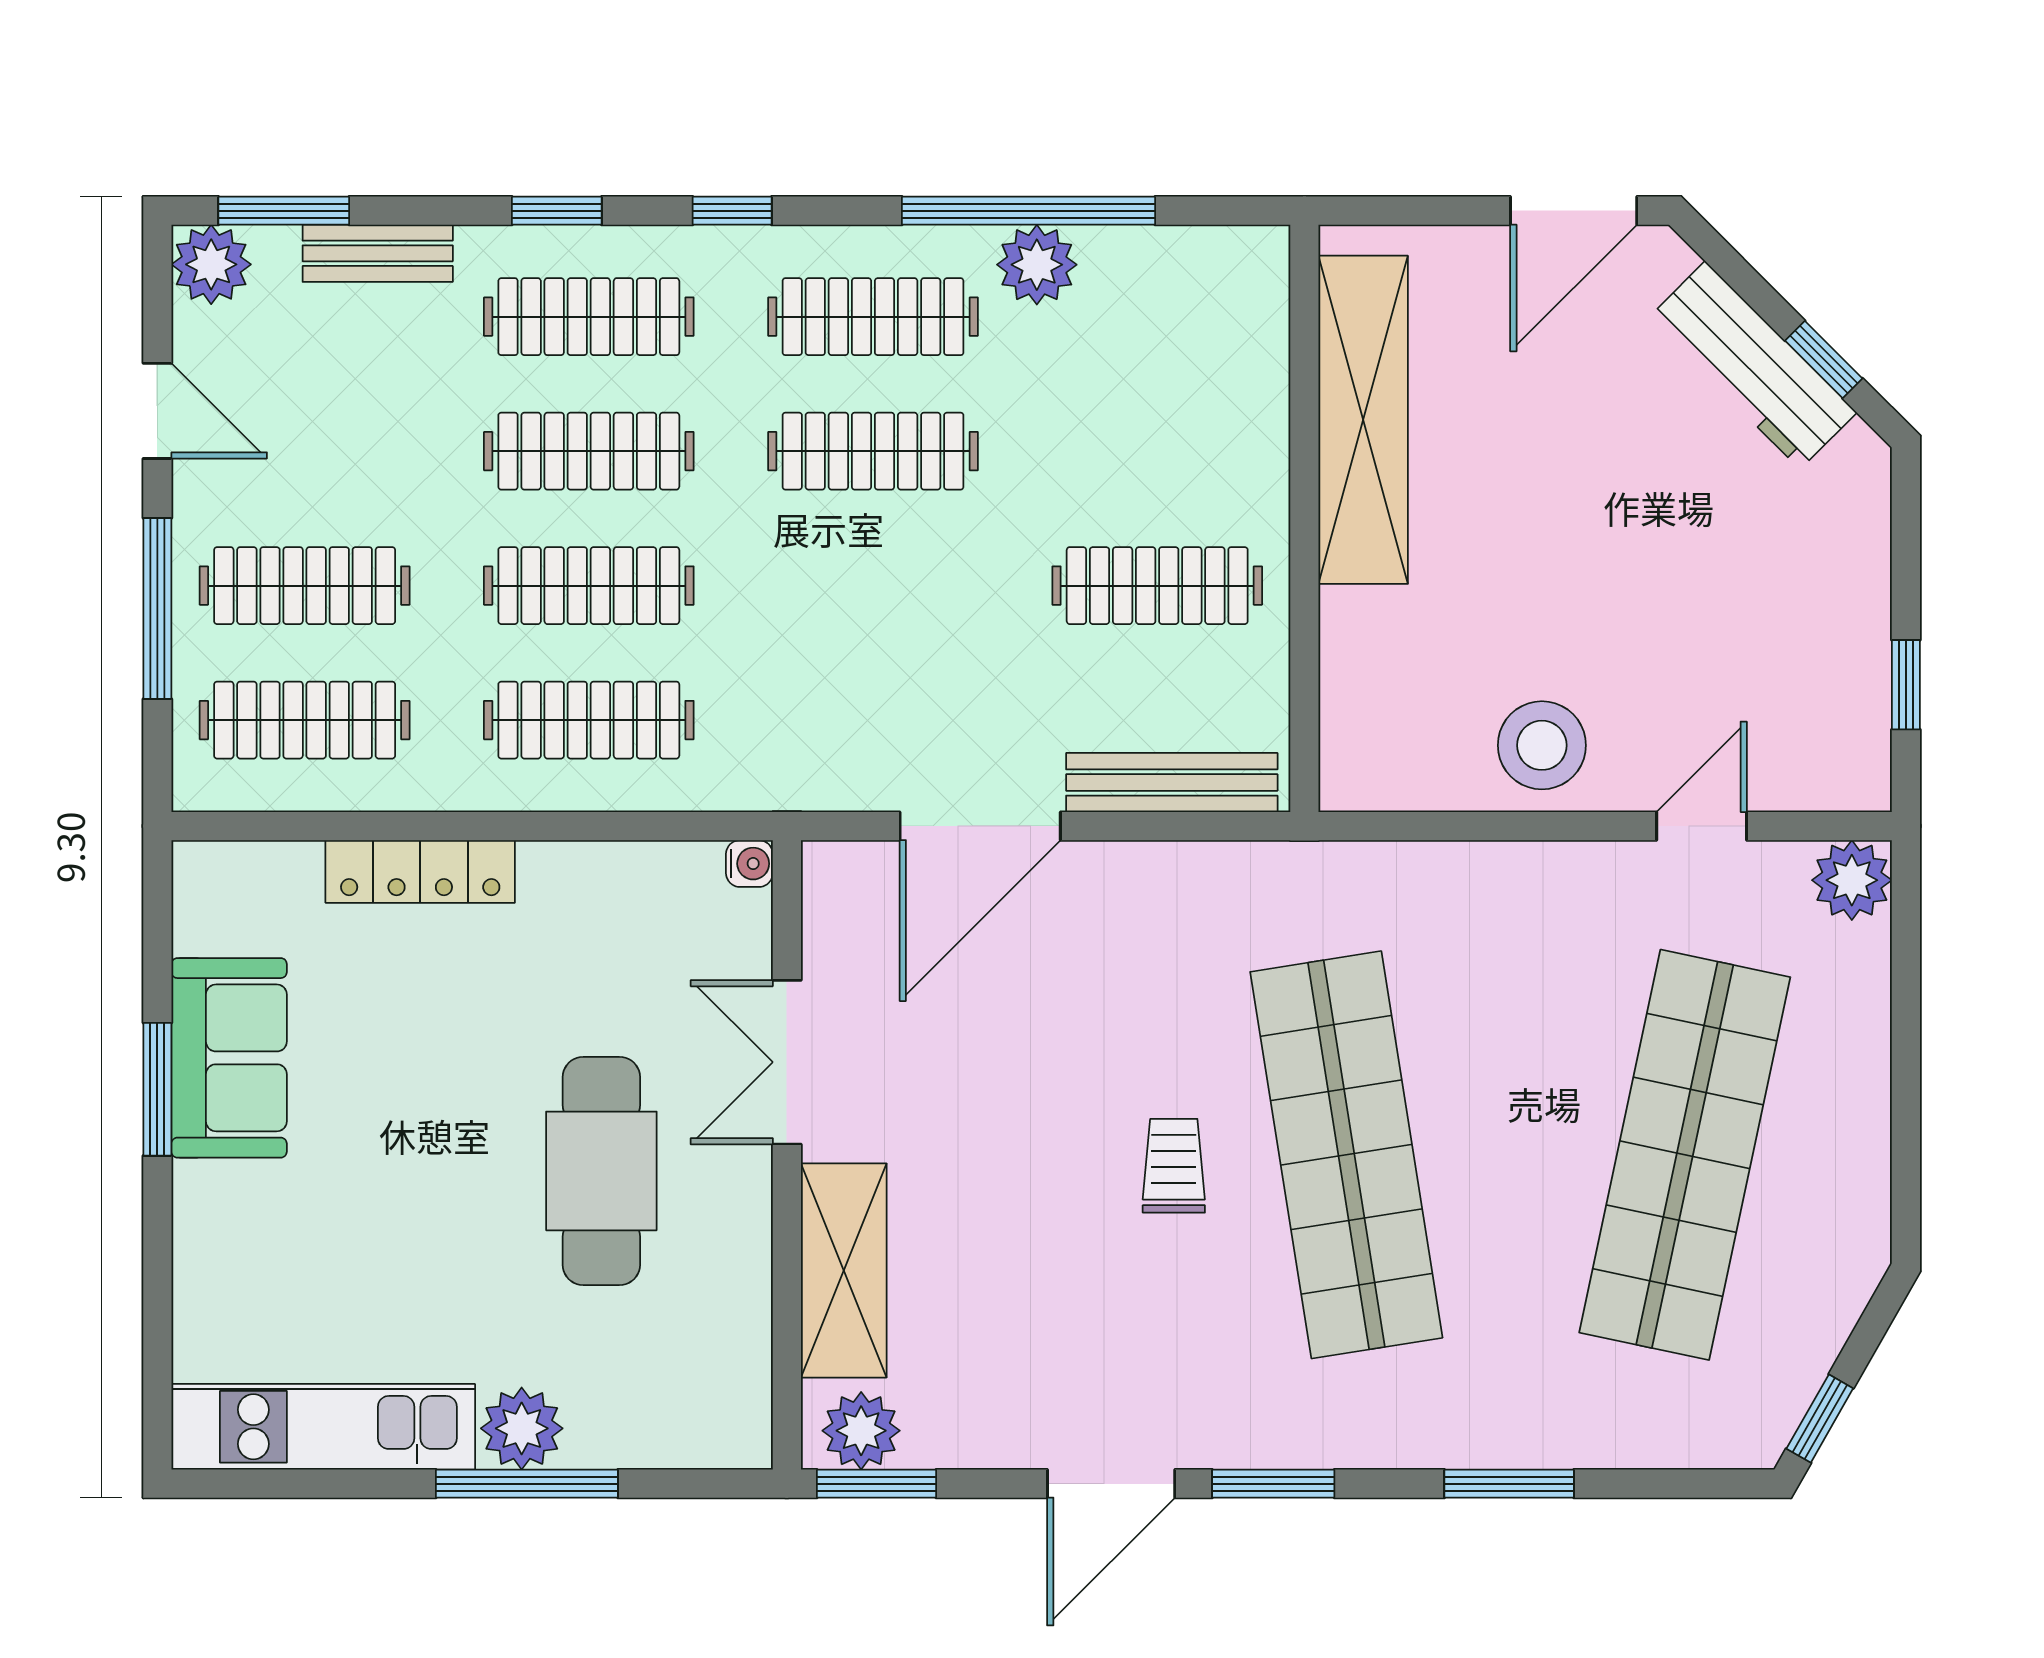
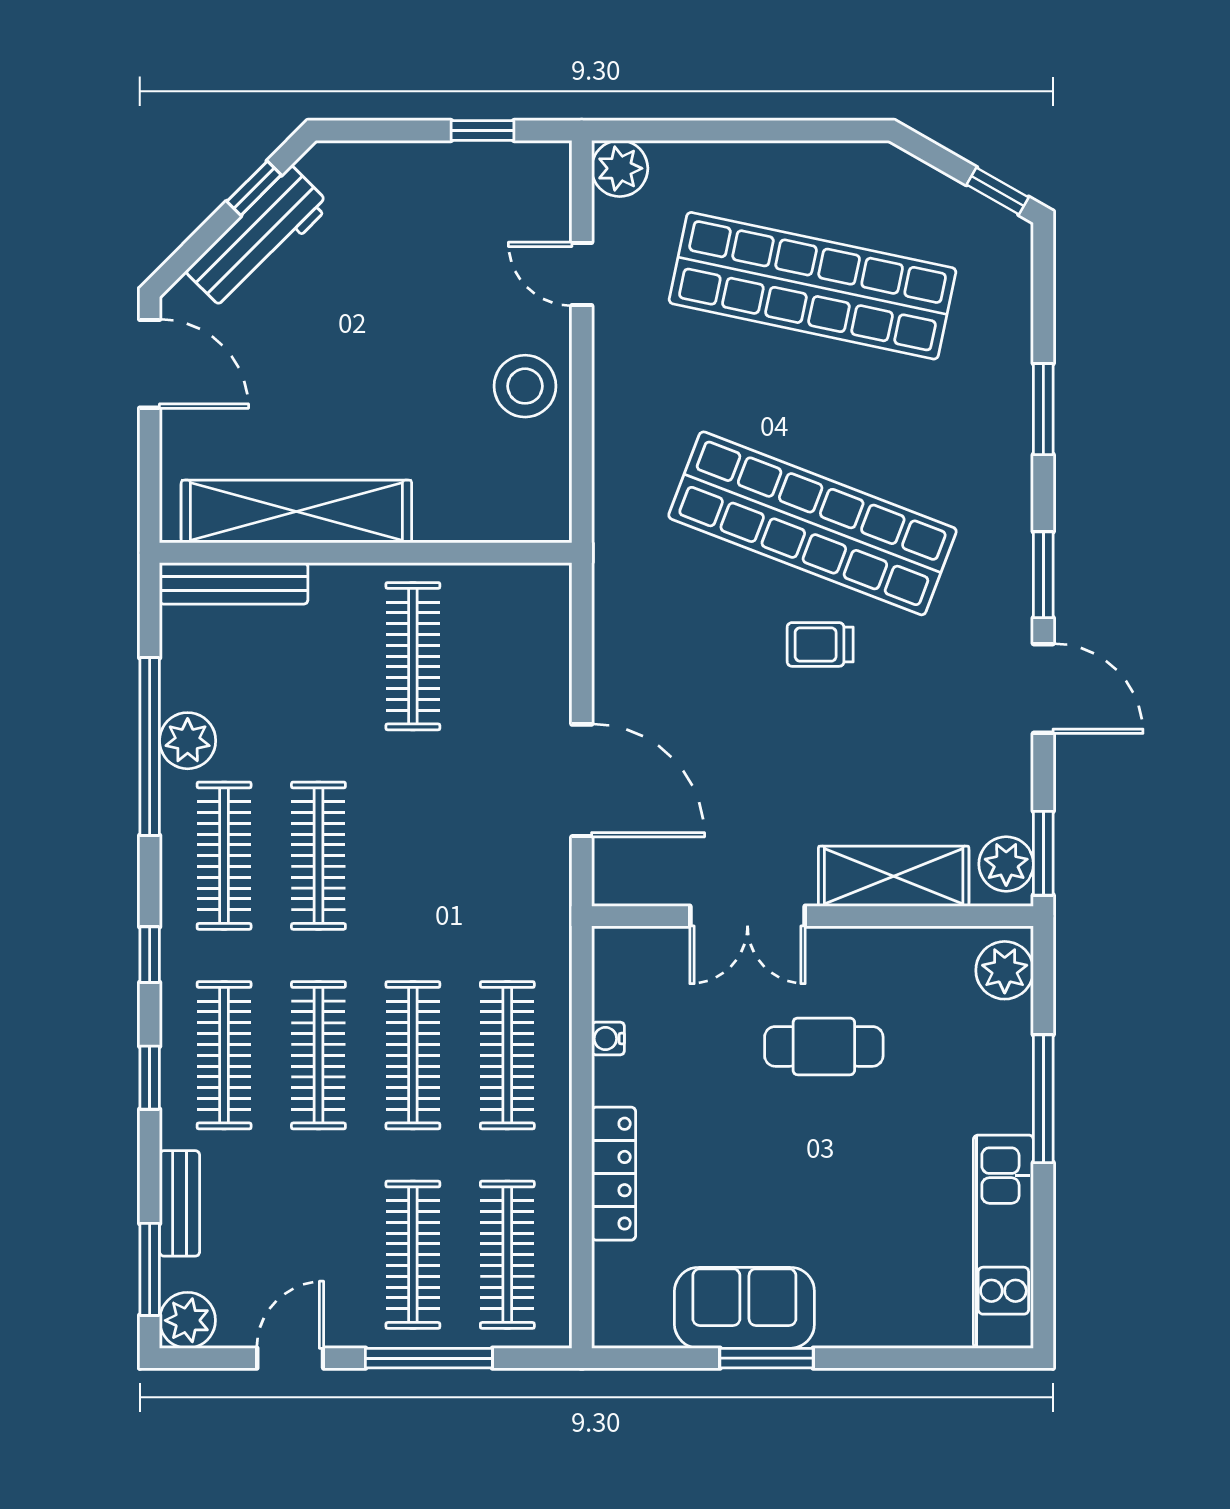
bench: (1172, 782) -> (234, 583), moved, turned 90
water cooler: (749, 864) -> (608, 1039), moved, turned -90
shop shelf: (1346, 1155) -> (813, 523), turned 30
cafe table: (601, 1171) -> (824, 1046), width x0.73, depth x0.74
plant: (522, 1428) -> (1005, 970), moved

